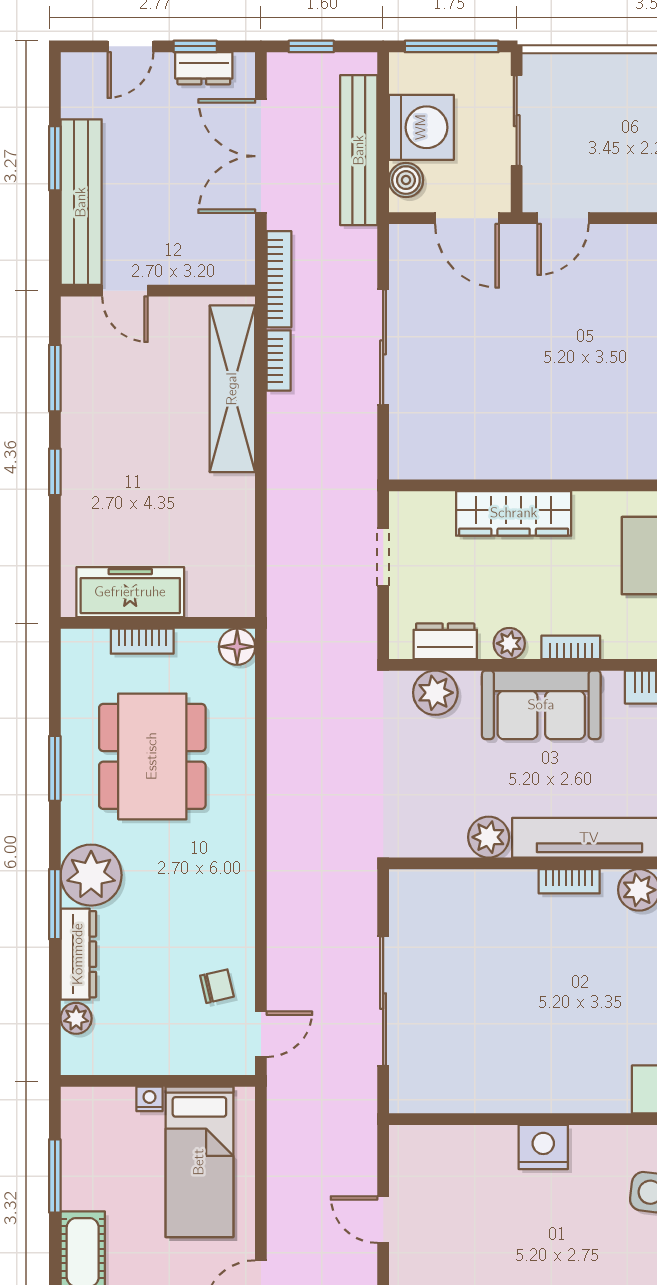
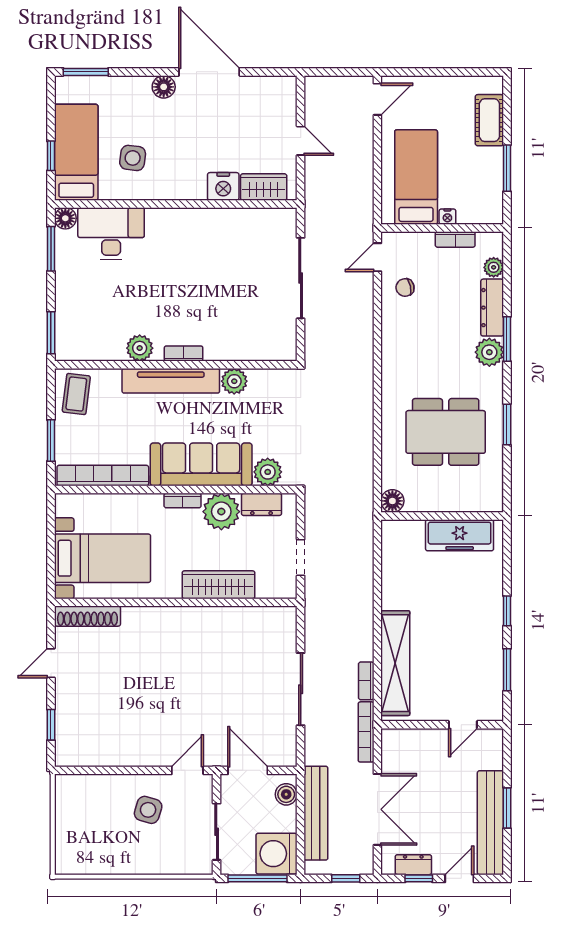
washing machine: (421, 127) -> (277, 854), moved
side table: (626, 155) -> (148, 810), added
bench: (81, 202) -> (490, 823), moved
door: (125, 291) -> (463, 725), swing flipped
bookcase: (142, 641) -> (455, 239), moved, turned 180
plant: (509, 643) -> (221, 512), width x1.87, depth x1.87
sofa: (541, 705) -> (201, 464), width x1.36
dining table: (152, 756) -> (446, 432), turned 90
plant: (91, 875) -> (489, 352), width x0.73, depth x0.73
wardrobe: (442, 1146) -> (264, 187), added
nightstand: (543, 1147) -> (223, 186), moved

